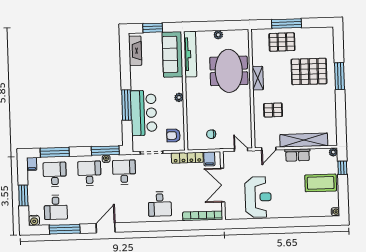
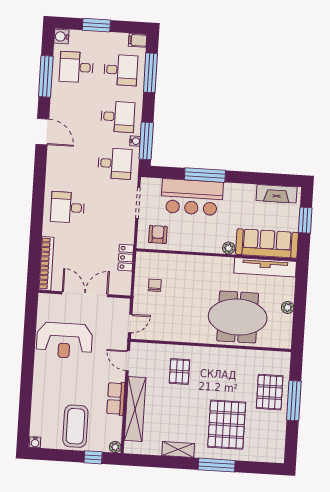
shelving: (258, 78) -> (178, 450), moved
plant: (179, 97) -> (229, 248), moved
locker: (187, 158) -> (126, 258), width x0.66
filing cabinet: (209, 159) -> (122, 280), removed

